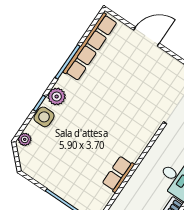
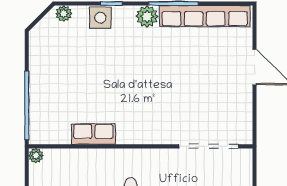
plant: (57, 97) -> (147, 16), moved

